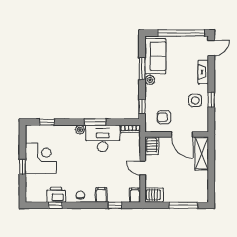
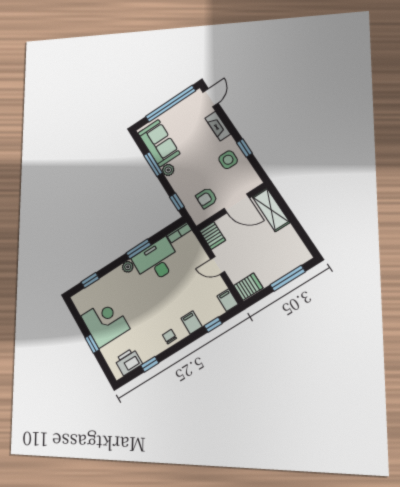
printer: (56, 195) -> (128, 362), moved

